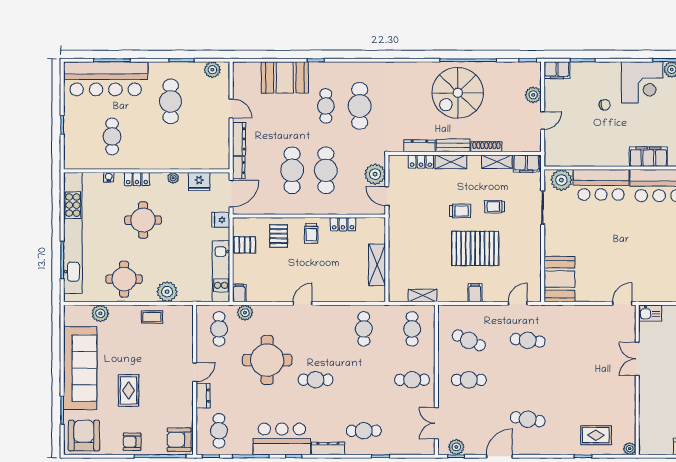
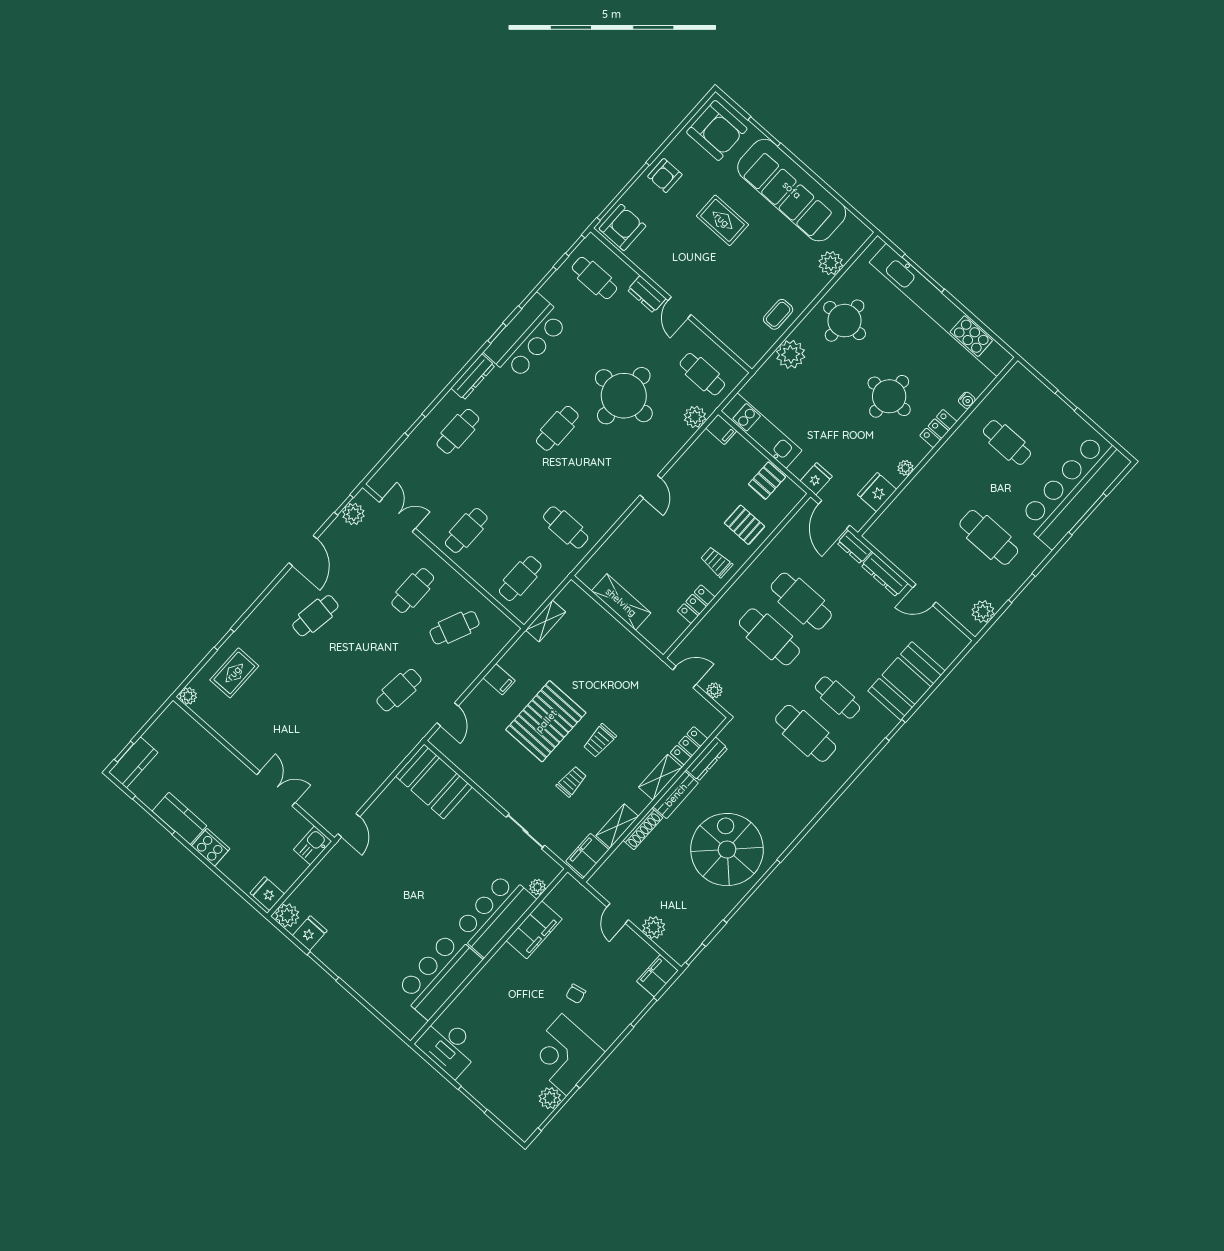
filing cabinet: (648, 157) -> (534, 930), moved
plant: (375, 174) -> (714, 690), width x0.53, depth x0.53
plant: (561, 180) -> (537, 887), width x0.53, depth x0.53
cafe table: (412, 329) -> (520, 579), turned 90
armchair: (132, 442) -> (665, 176), turned 180

